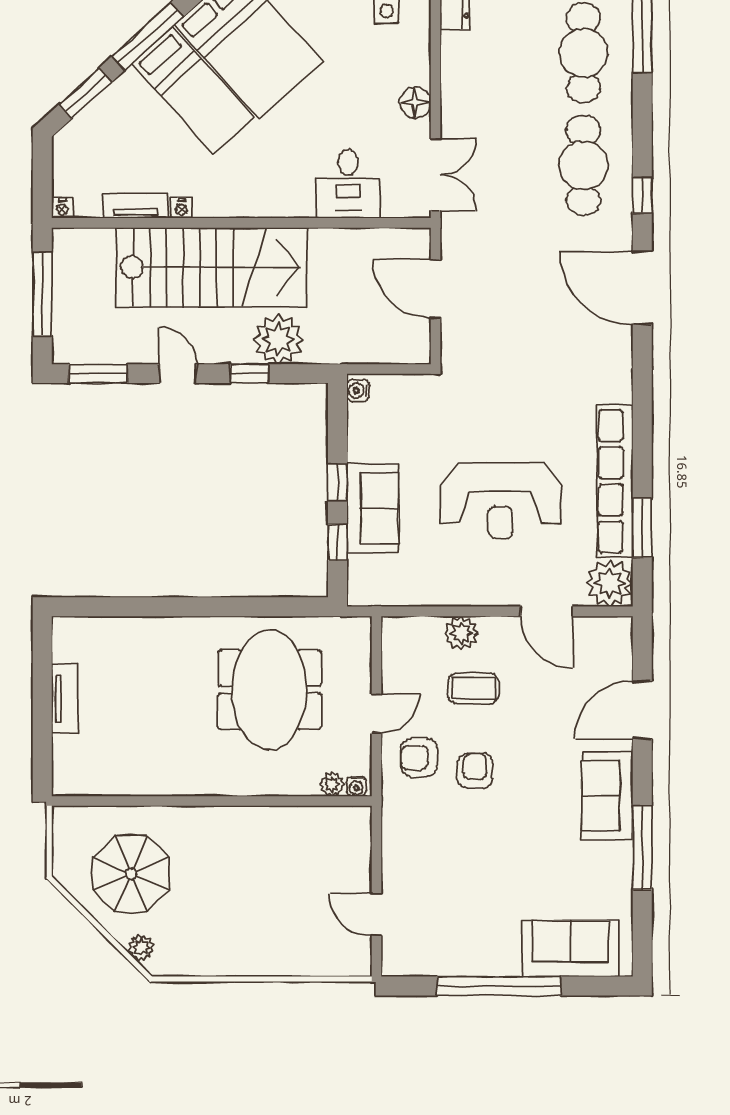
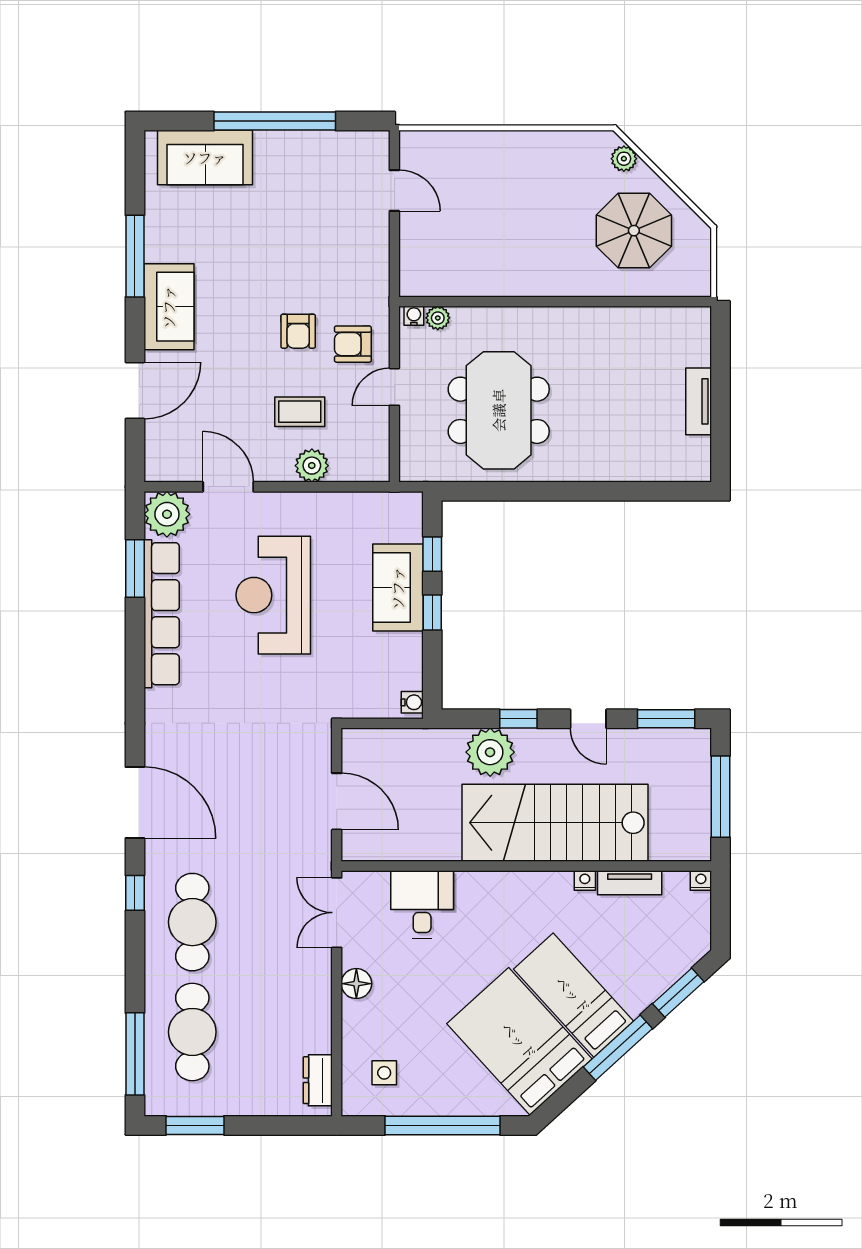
reception desk: (501, 500) -> (273, 595), turned -90
armchair: (419, 758) -> (353, 344), turned 180

